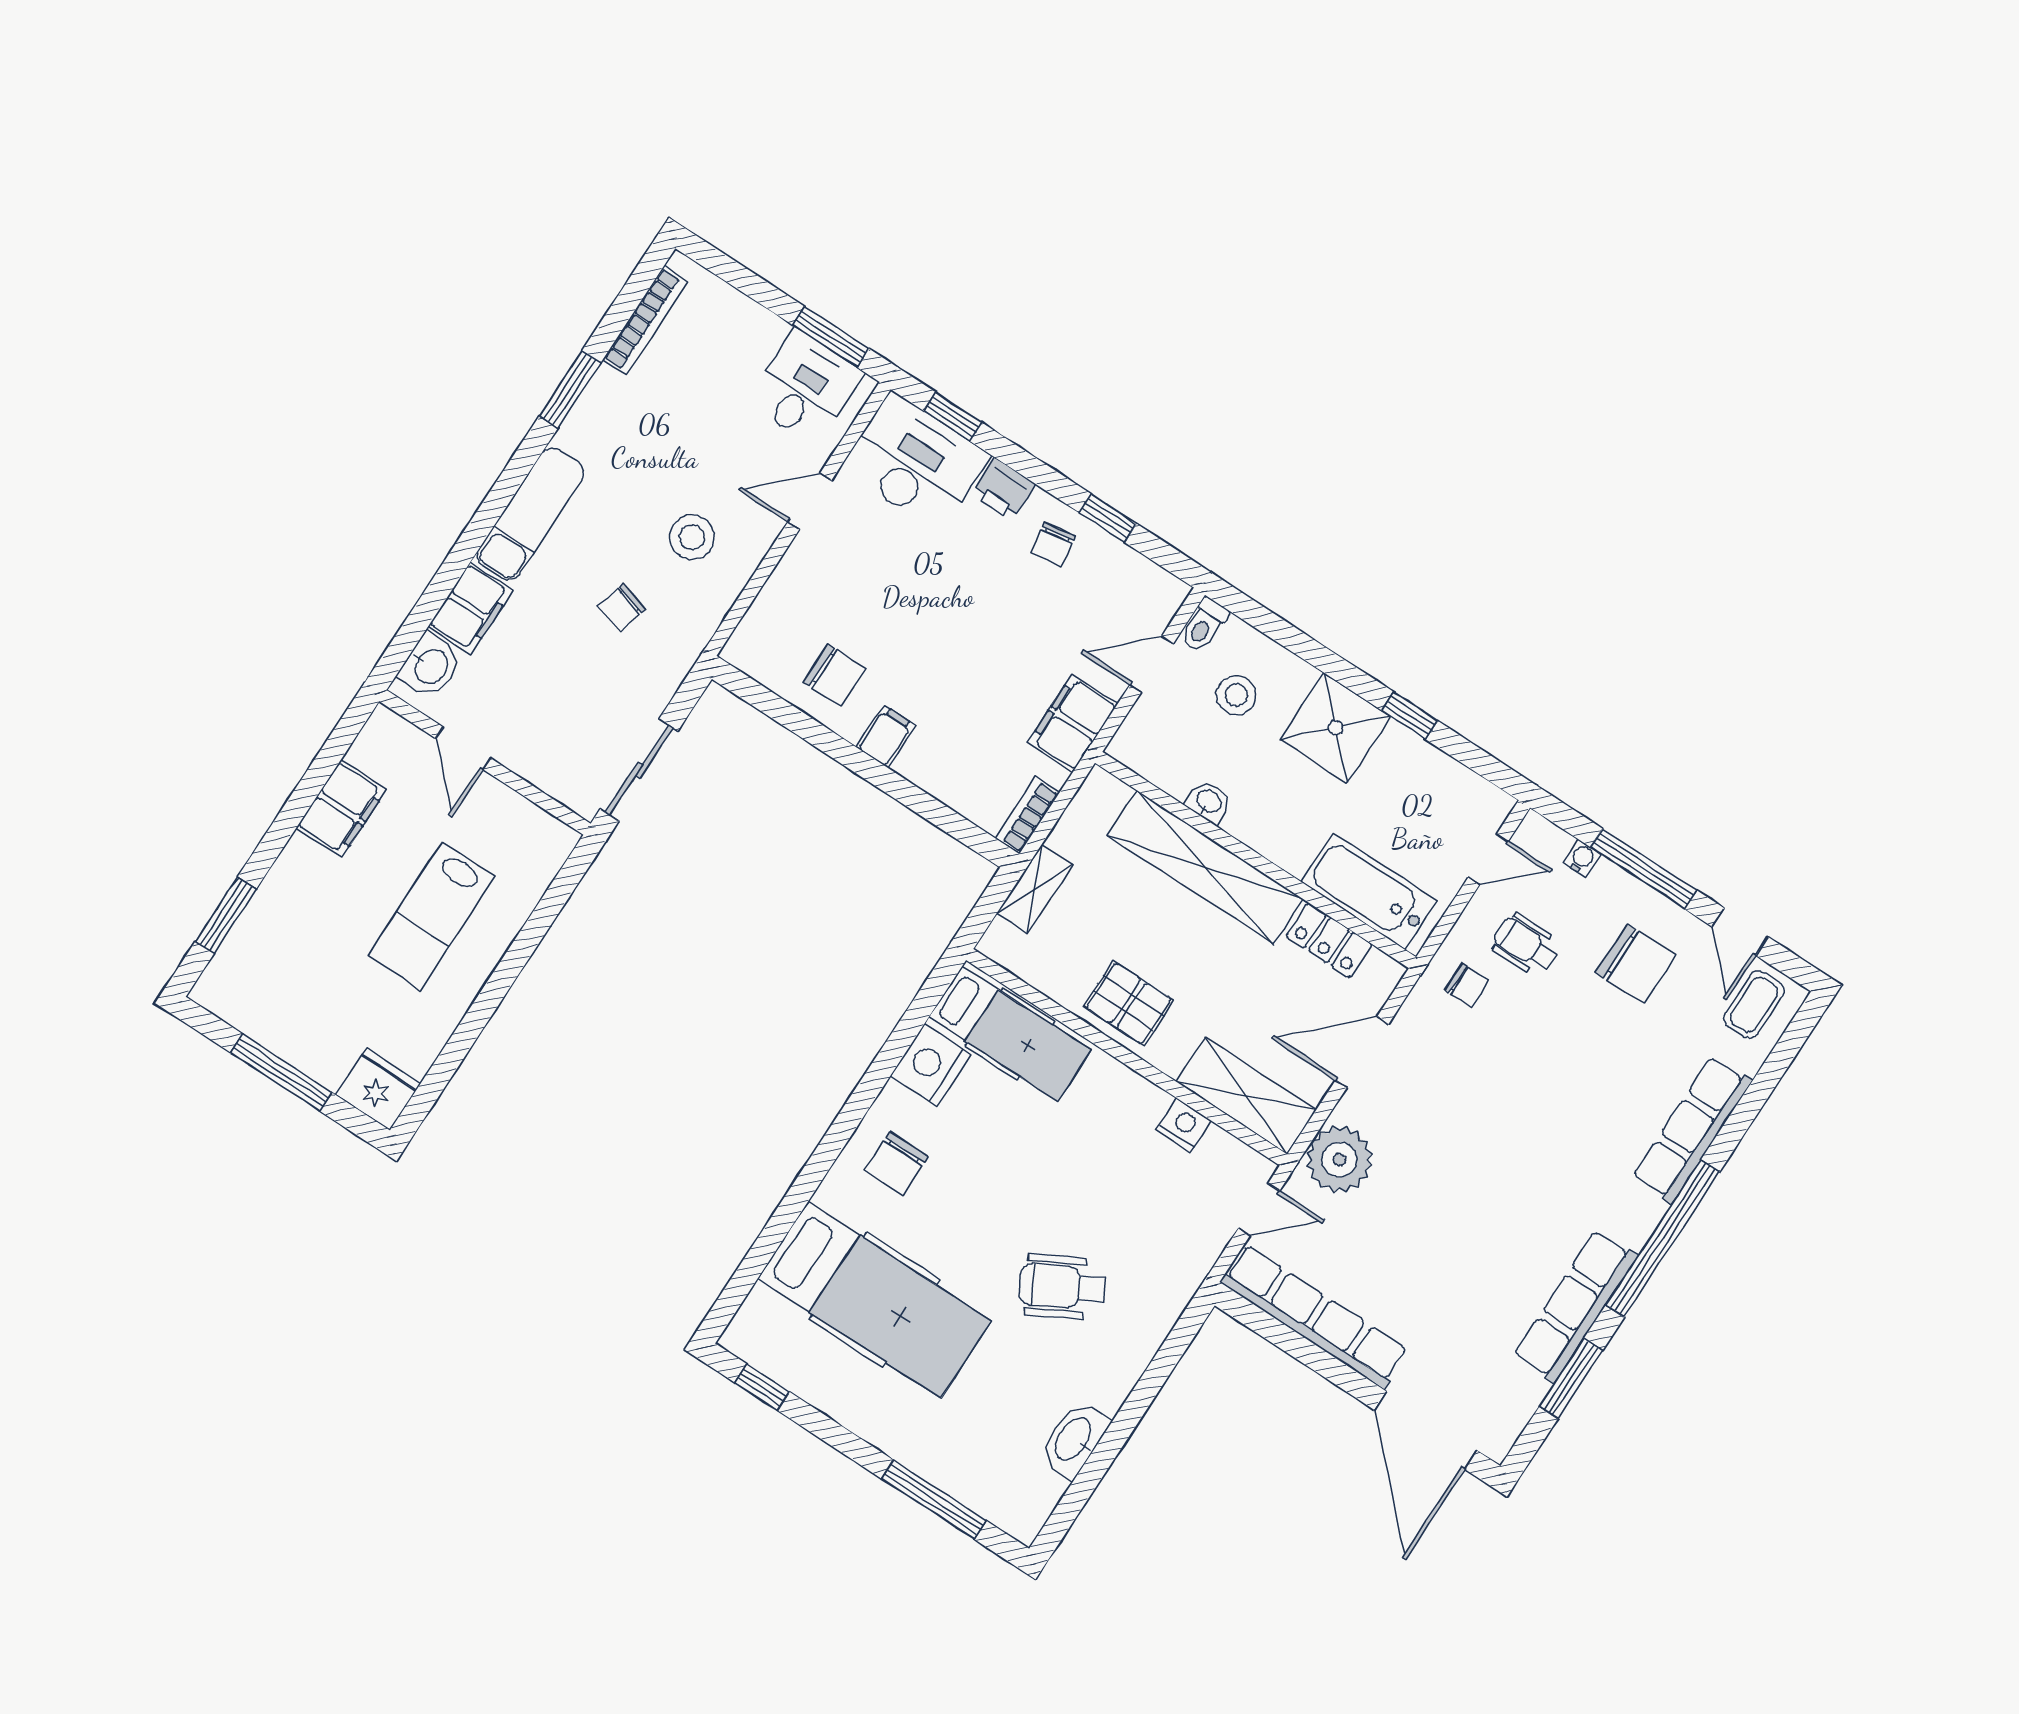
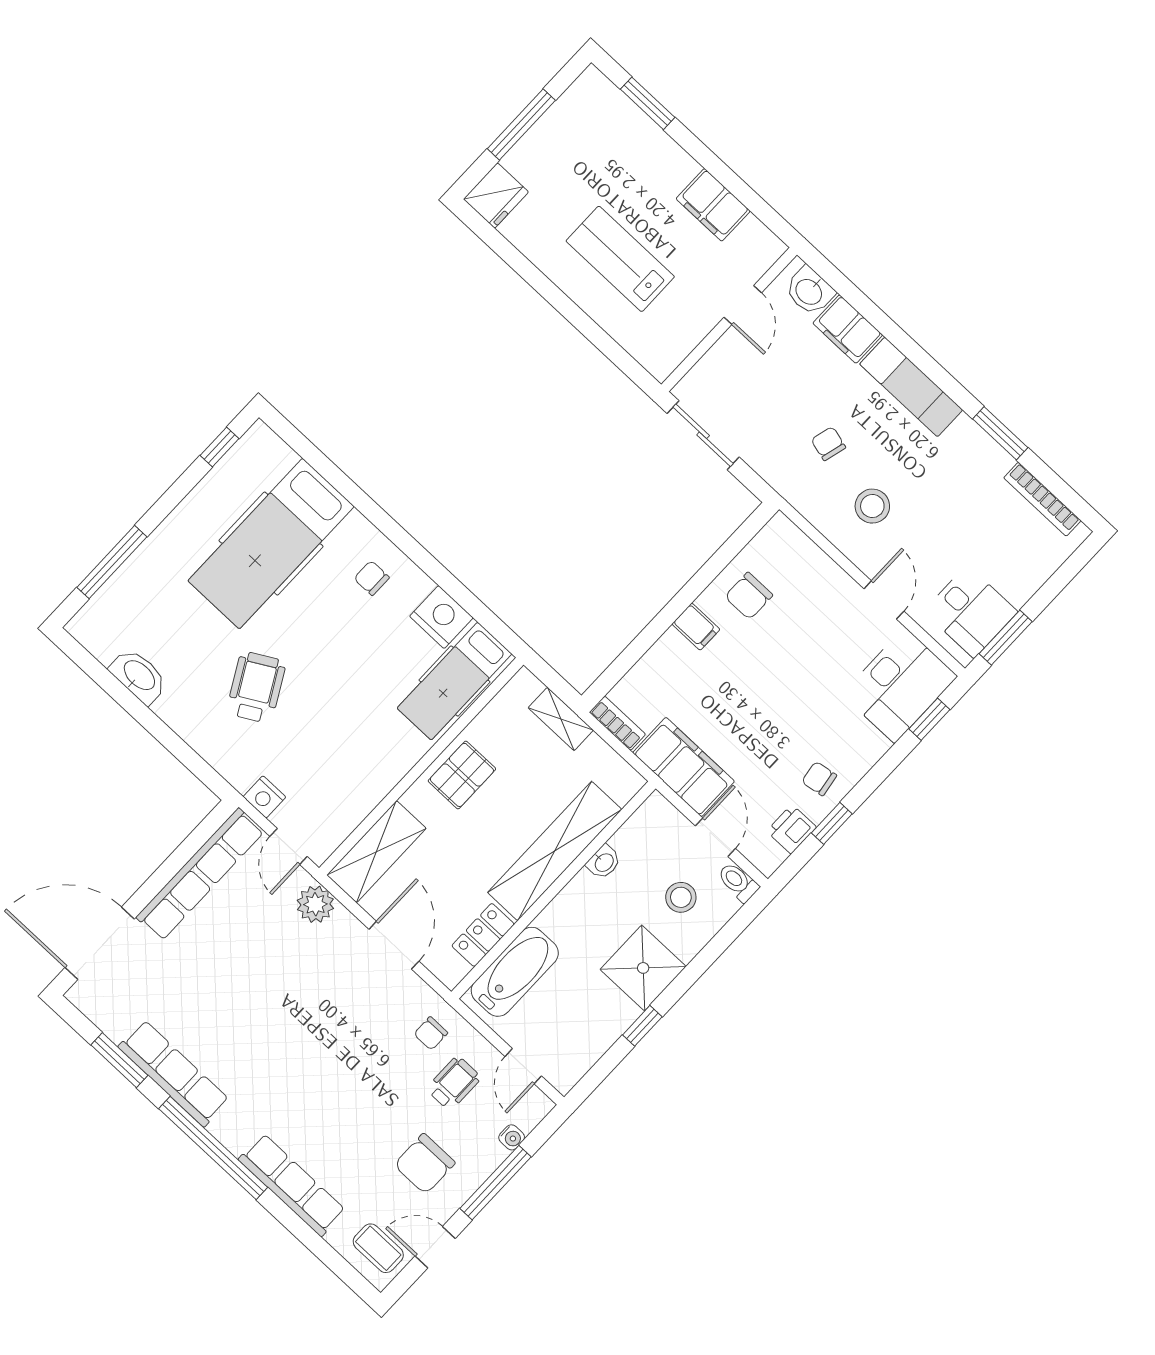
printer: (1003, 489) -> (791, 829), moved
filing cabinet: (1073, 723) -> (684, 767), width x1.50, depth x1.17
door: (463, 748) -> (743, 305), swing flipped
nightstand: (1184, 1125) -> (264, 797), moved, turned 90
plant: (1339, 1160) -> (315, 904), width x0.73, depth x0.73
chair: (896, 1163) -> (372, 578), width x0.73, depth x0.73

